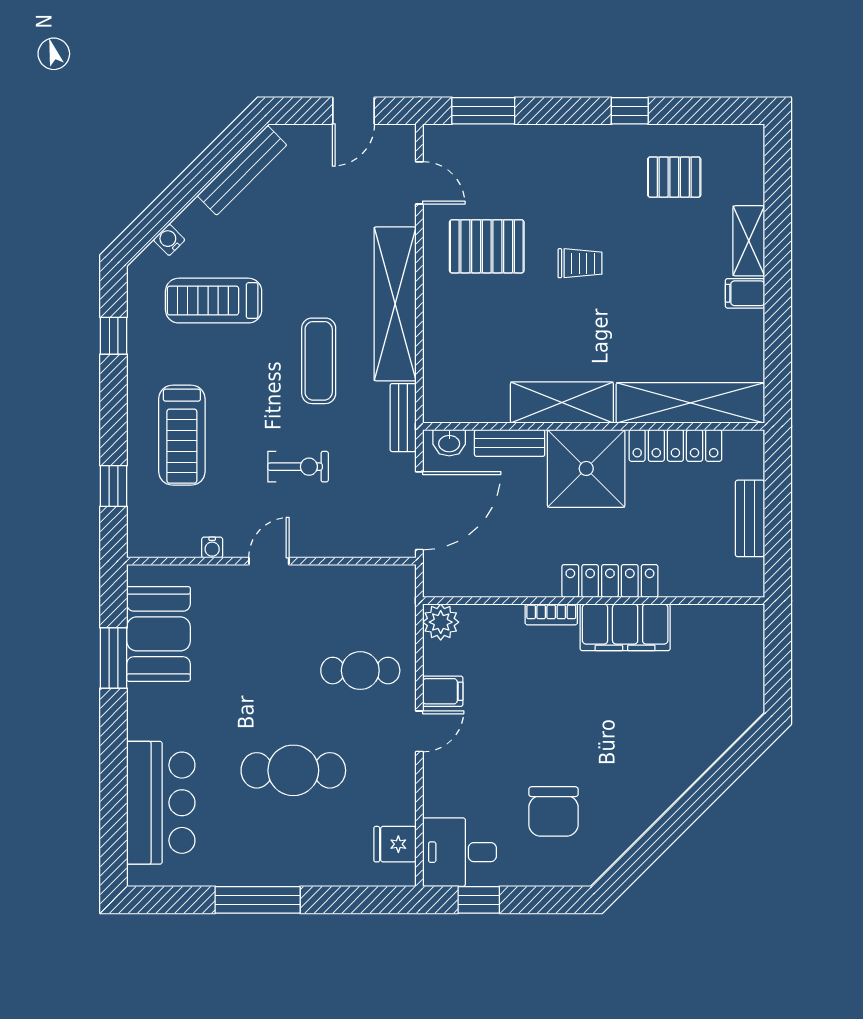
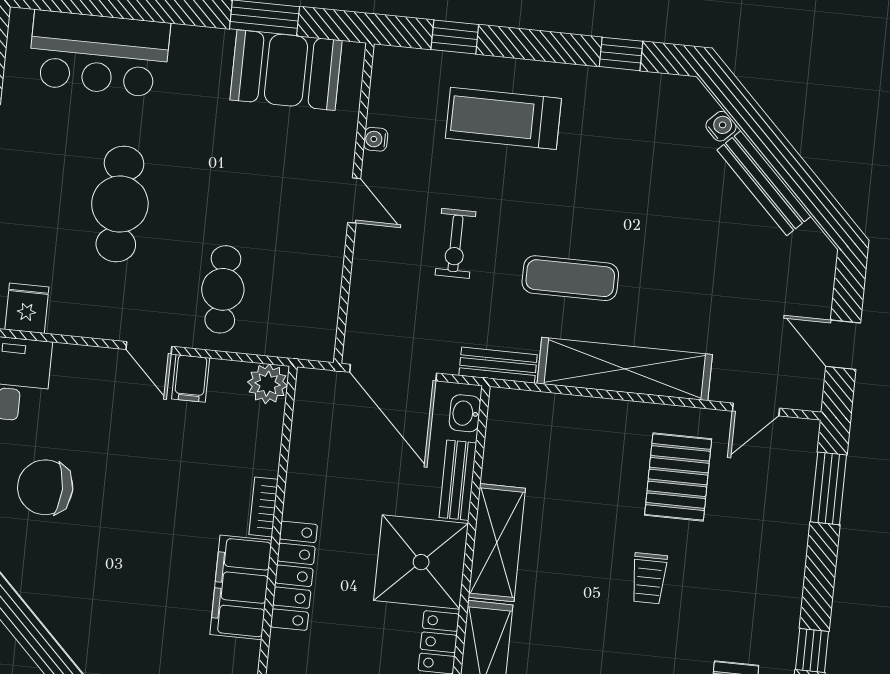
bench: (242, 170) -> (764, 183), moved
treadmill: (214, 301) -> (649, 169), removed

